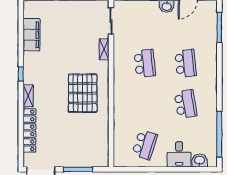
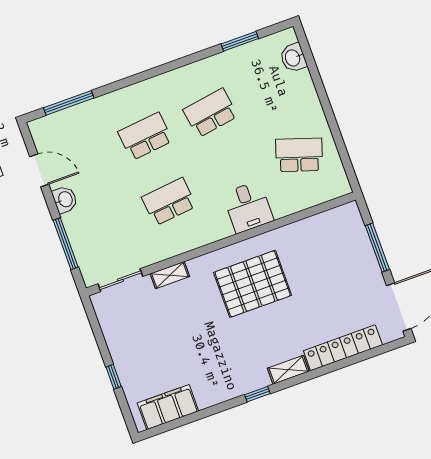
filing cabinet: (31, 35) -> (168, 407), moved
window: (219, 134) -> (240, 41), width x0.47
desk: (179, 154) -> (248, 207), moved, turned 90

